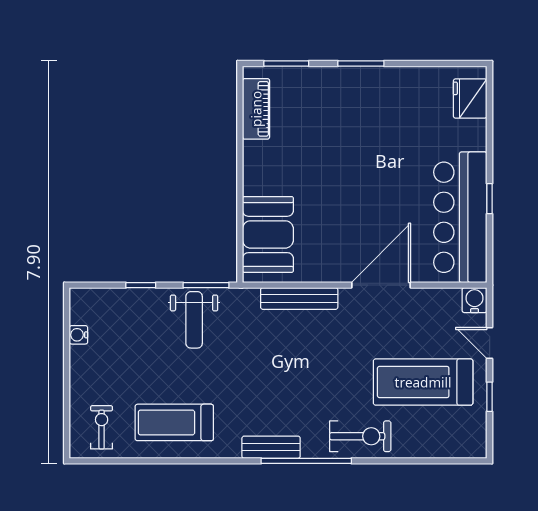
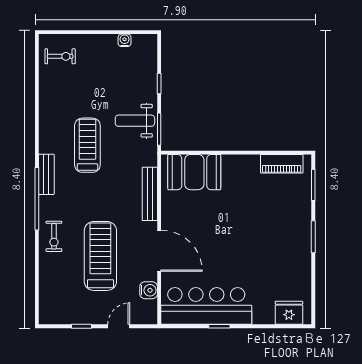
water cooler: (475, 300) -> (149, 290), moved
treadmill: (423, 382) -> (100, 256), moved
treadmill: (174, 422) -> (87, 145), moved
exercise bike: (360, 436) -> (54, 236), width x0.73, depth x0.72

